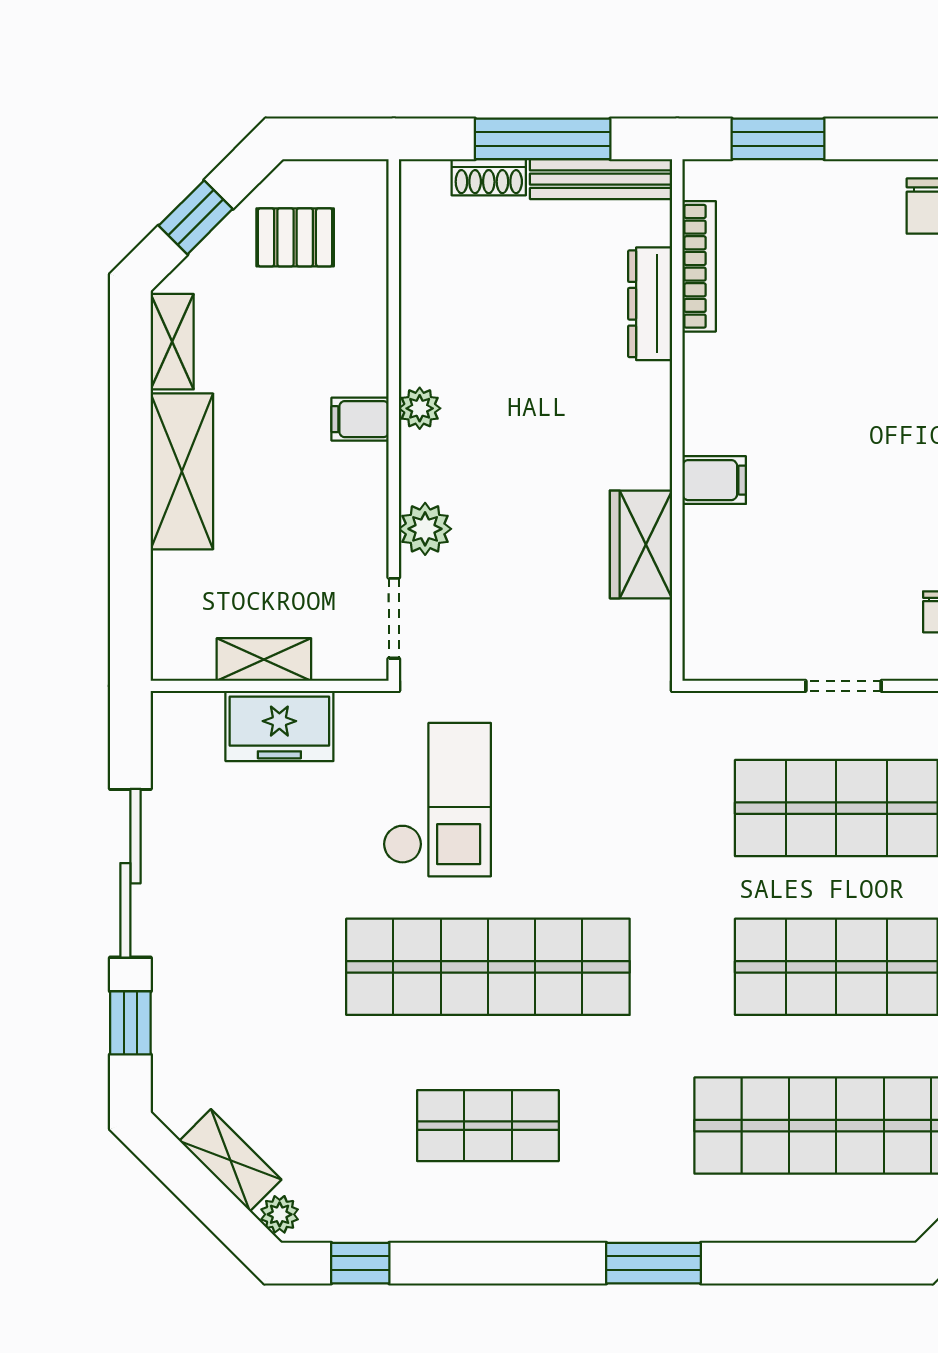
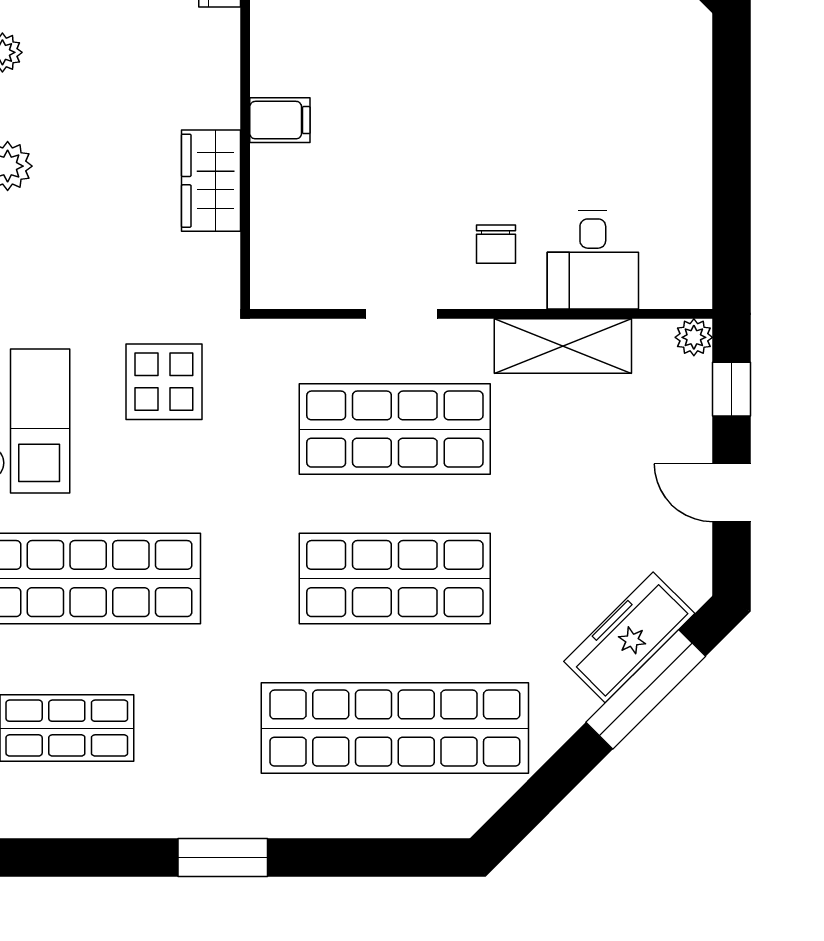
display table: (591, 758) -> (164, 382), added

